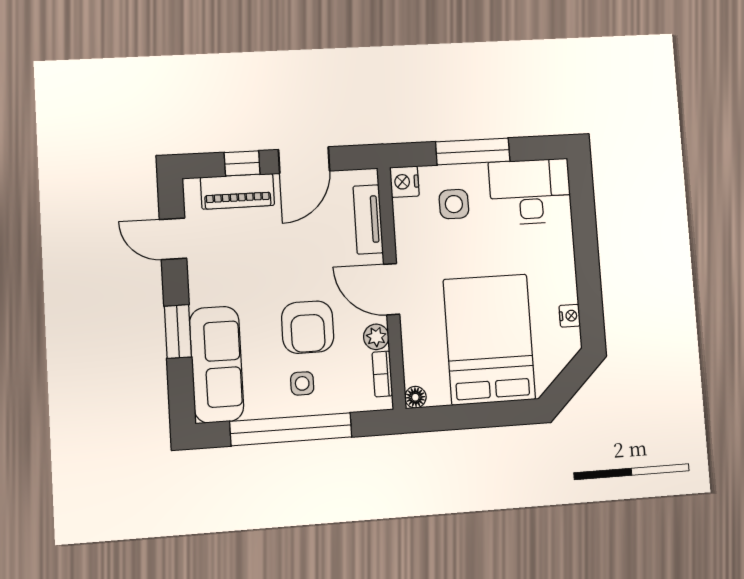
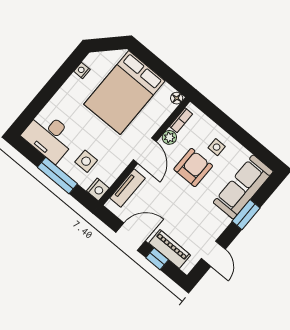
window: (291, 429) -> (238, 133), removed

